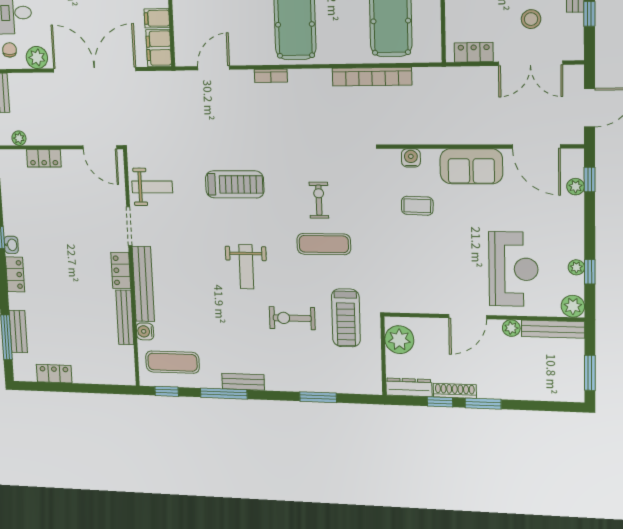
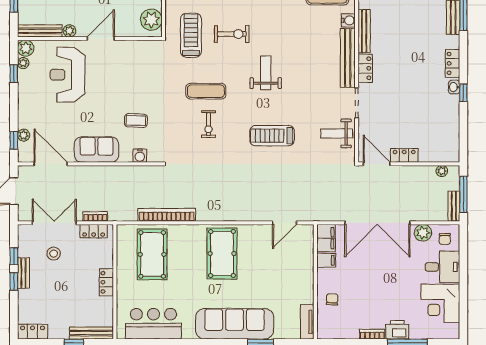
bookcase: (271, 76) -> (95, 216), moved
locker: (44, 158) -> (404, 155), moved
plant: (576, 267) -> (23, 63), moved

